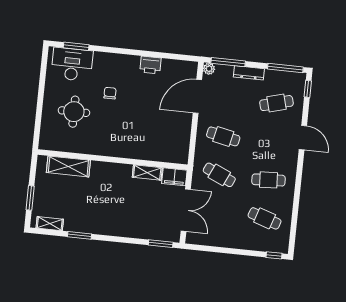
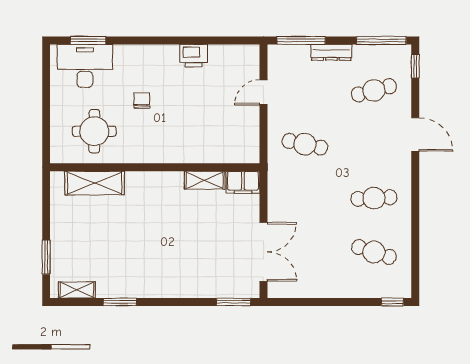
plant: (209, 69) -> (275, 52), removed
door: (197, 96) -> (263, 92), width x0.53
wall: (113, 160) -> (155, 167), moved
shelving: (68, 166) -> (95, 183), moved
shelving: (147, 173) -> (205, 180), moved
cafe table: (219, 175) -> (305, 198), removed
filing cabinet: (174, 177) -> (243, 182), moved

